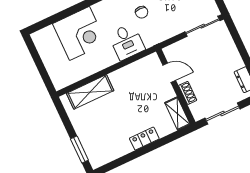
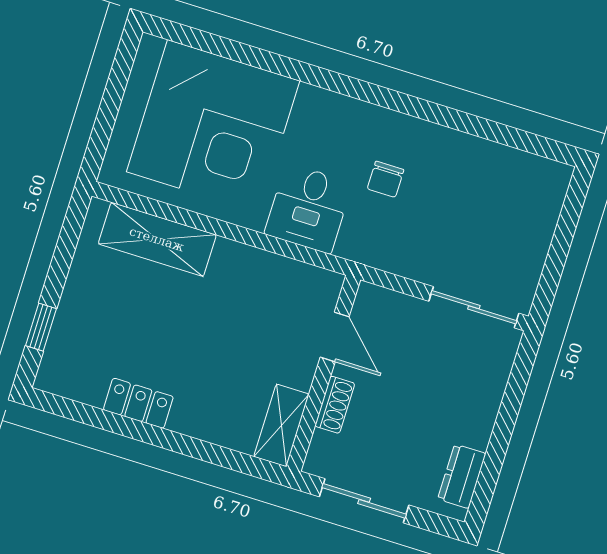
corner desk: (80, 33) -> (213, 126), width x1.36, depth x1.36
locker: (144, 139) -> (138, 403), moved
window: (79, 150) -> (41, 327), width x0.67

